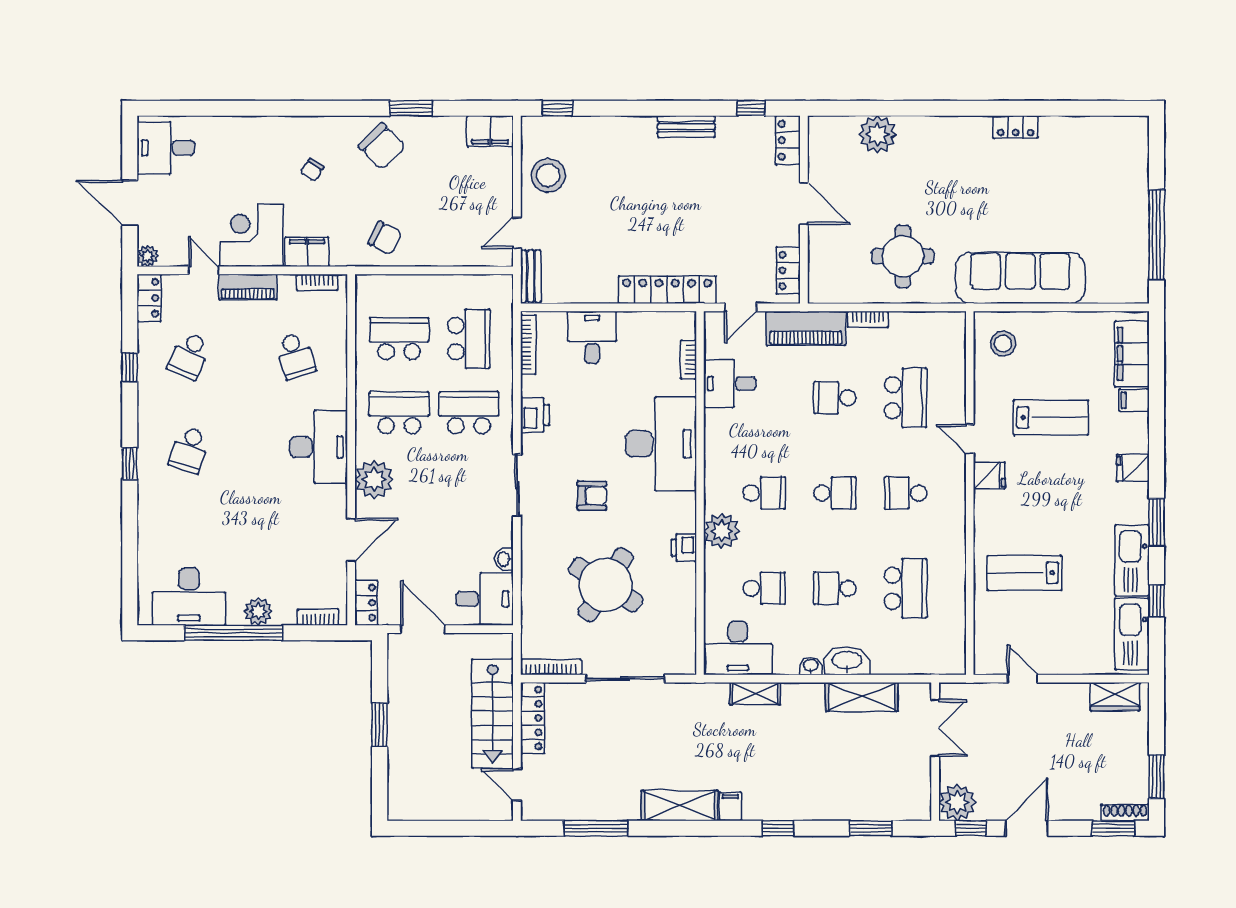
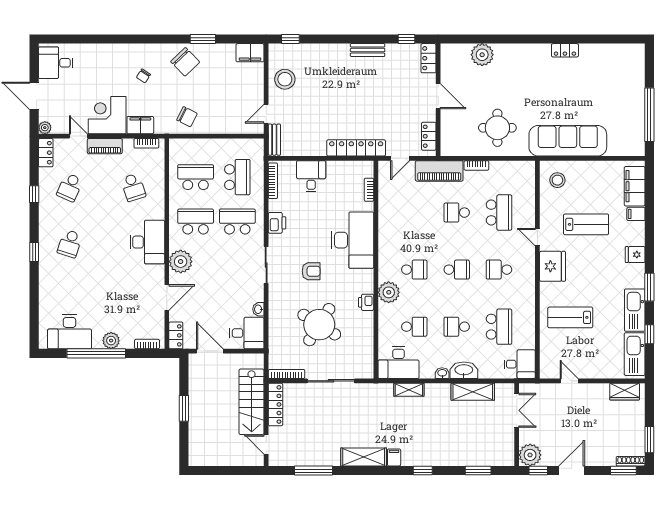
desk: (730, 384) -> (520, 364), moved, turned 180
fridge: (989, 476) -> (552, 266), width x1.88, depth x1.34

